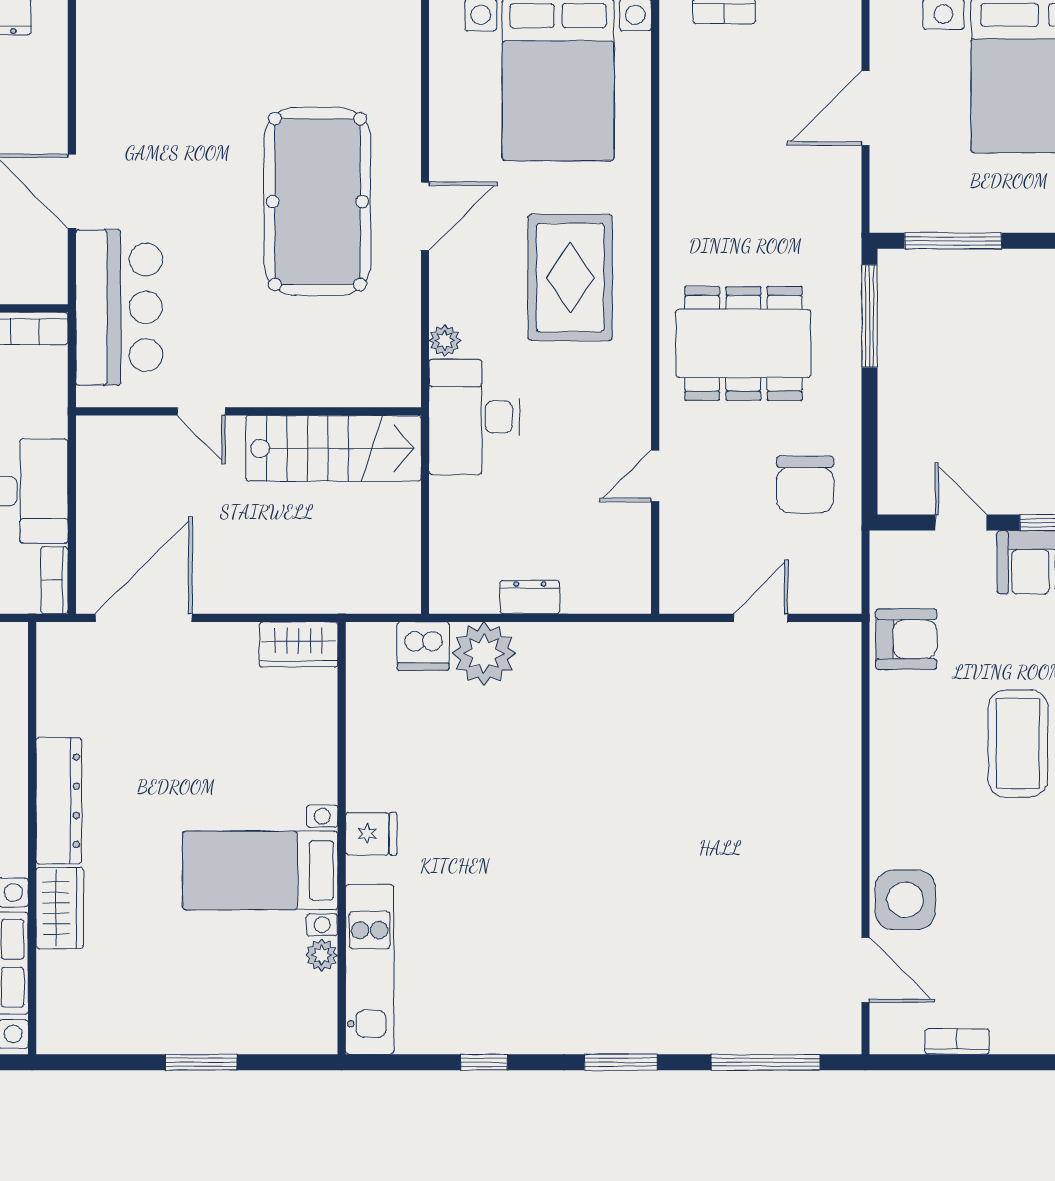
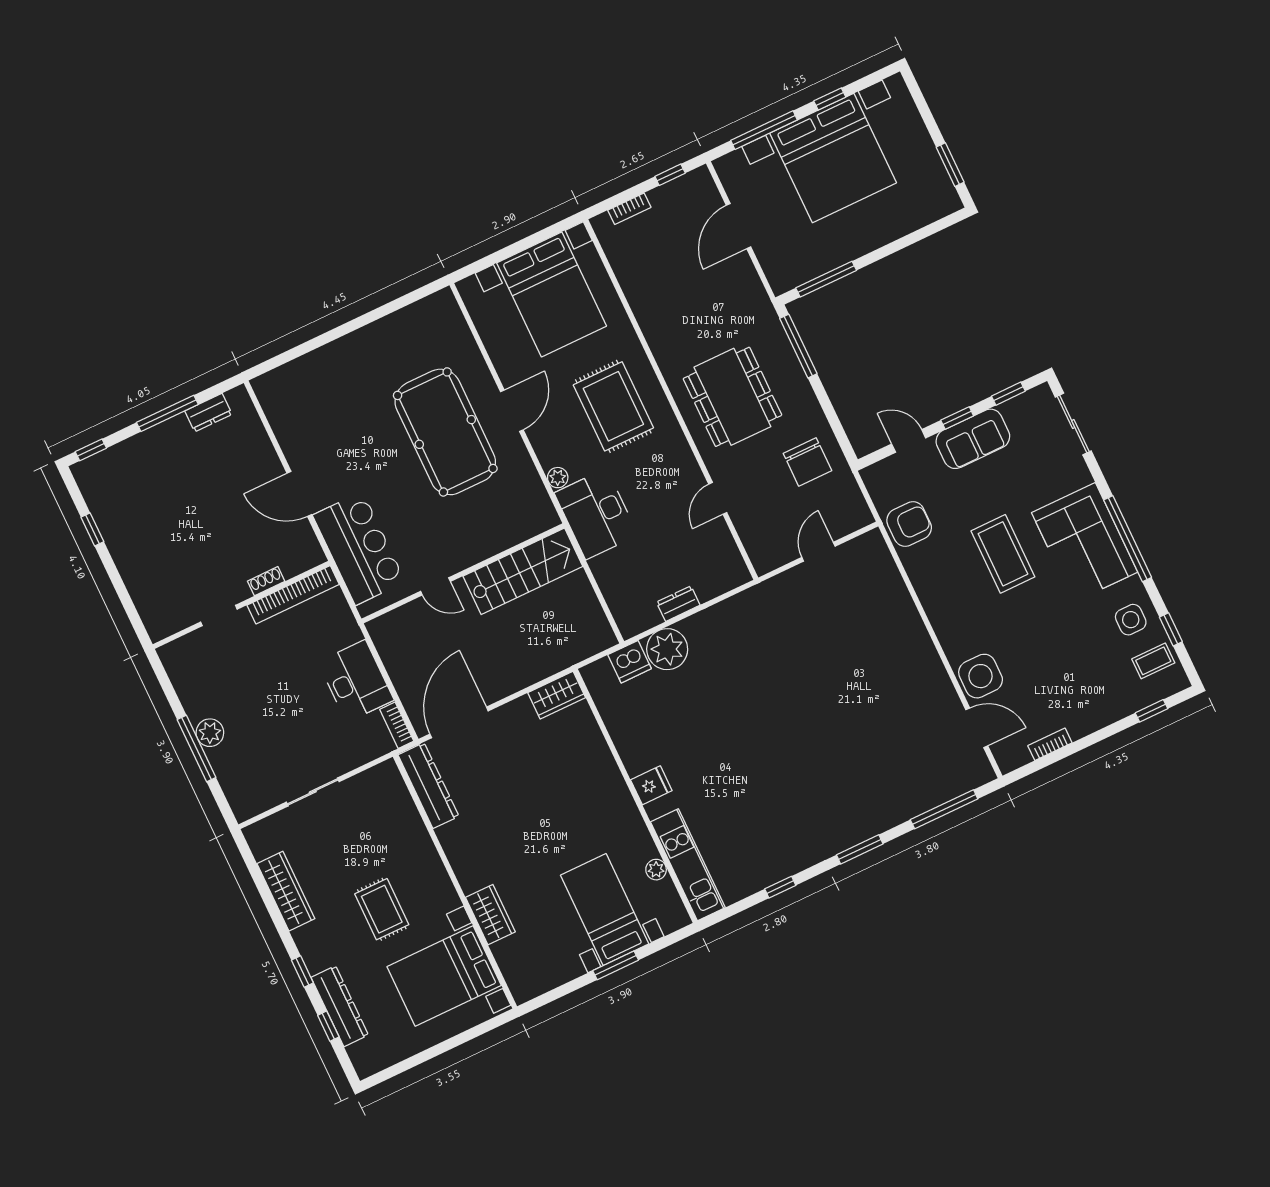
dining table: (743, 343) -> (732, 397), turned 90
dresser: (59, 801) -> (428, 786), moved
bed with nightstands: (260, 870) -> (605, 909), moved, turned 90

